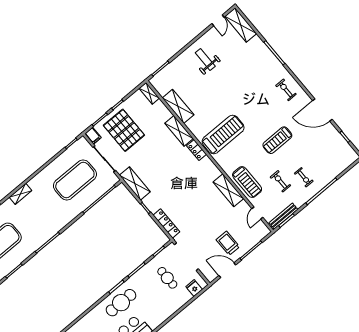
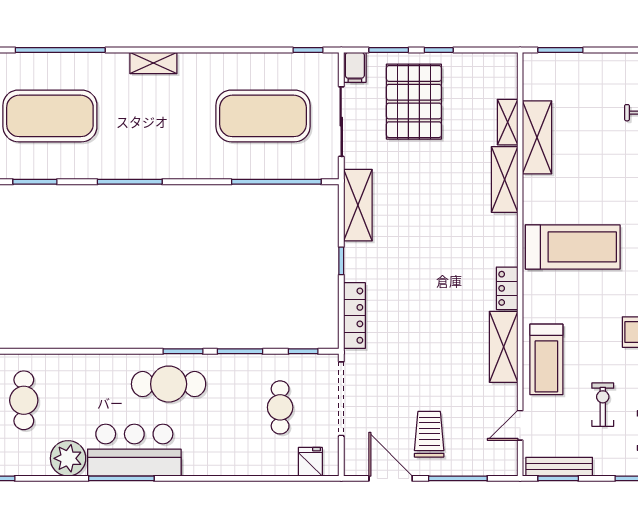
shelving: (149, 93) -> (508, 122), moved
locker: (197, 150) -> (507, 288), moved

